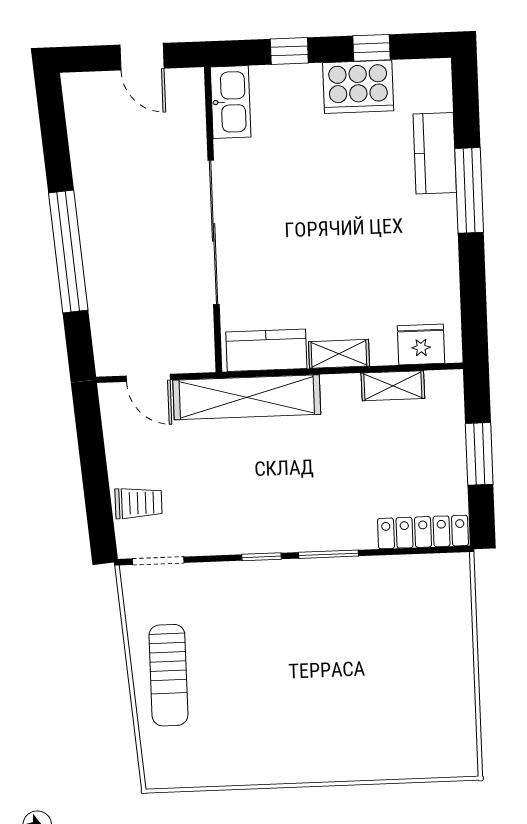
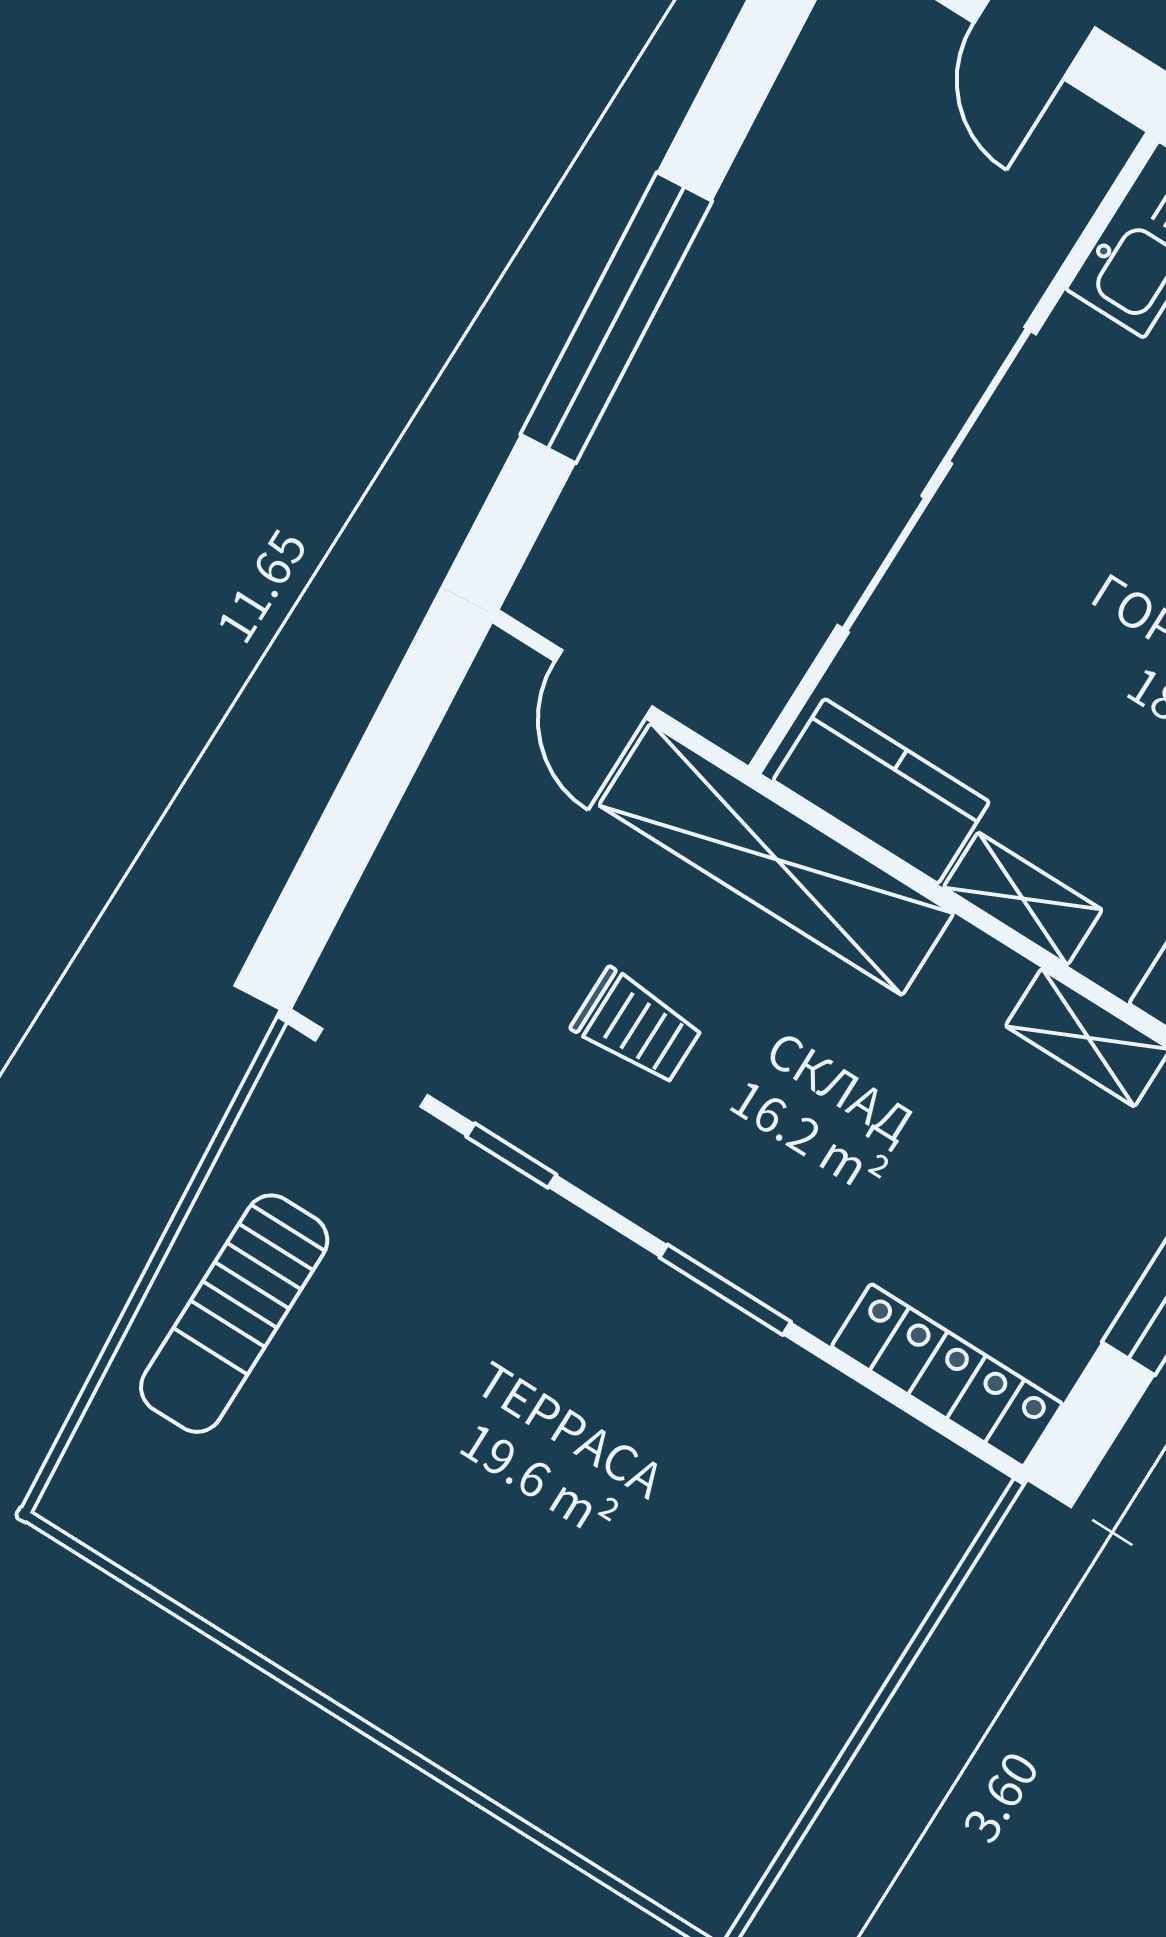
trolley: (139, 503) -> (637, 1027), moved
window: (261, 557) -> (511, 1156), moved

